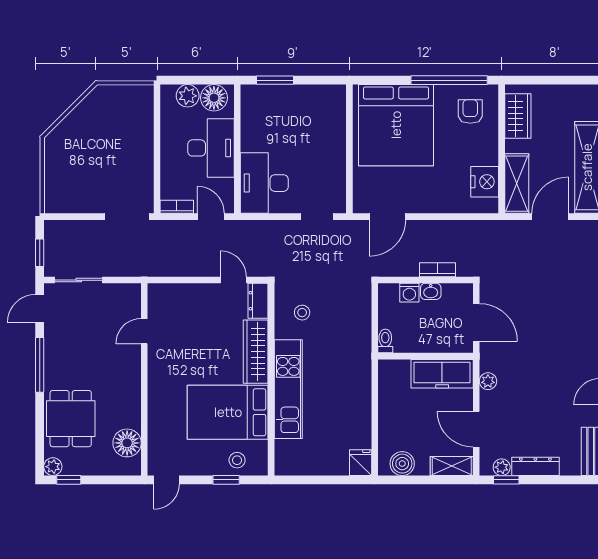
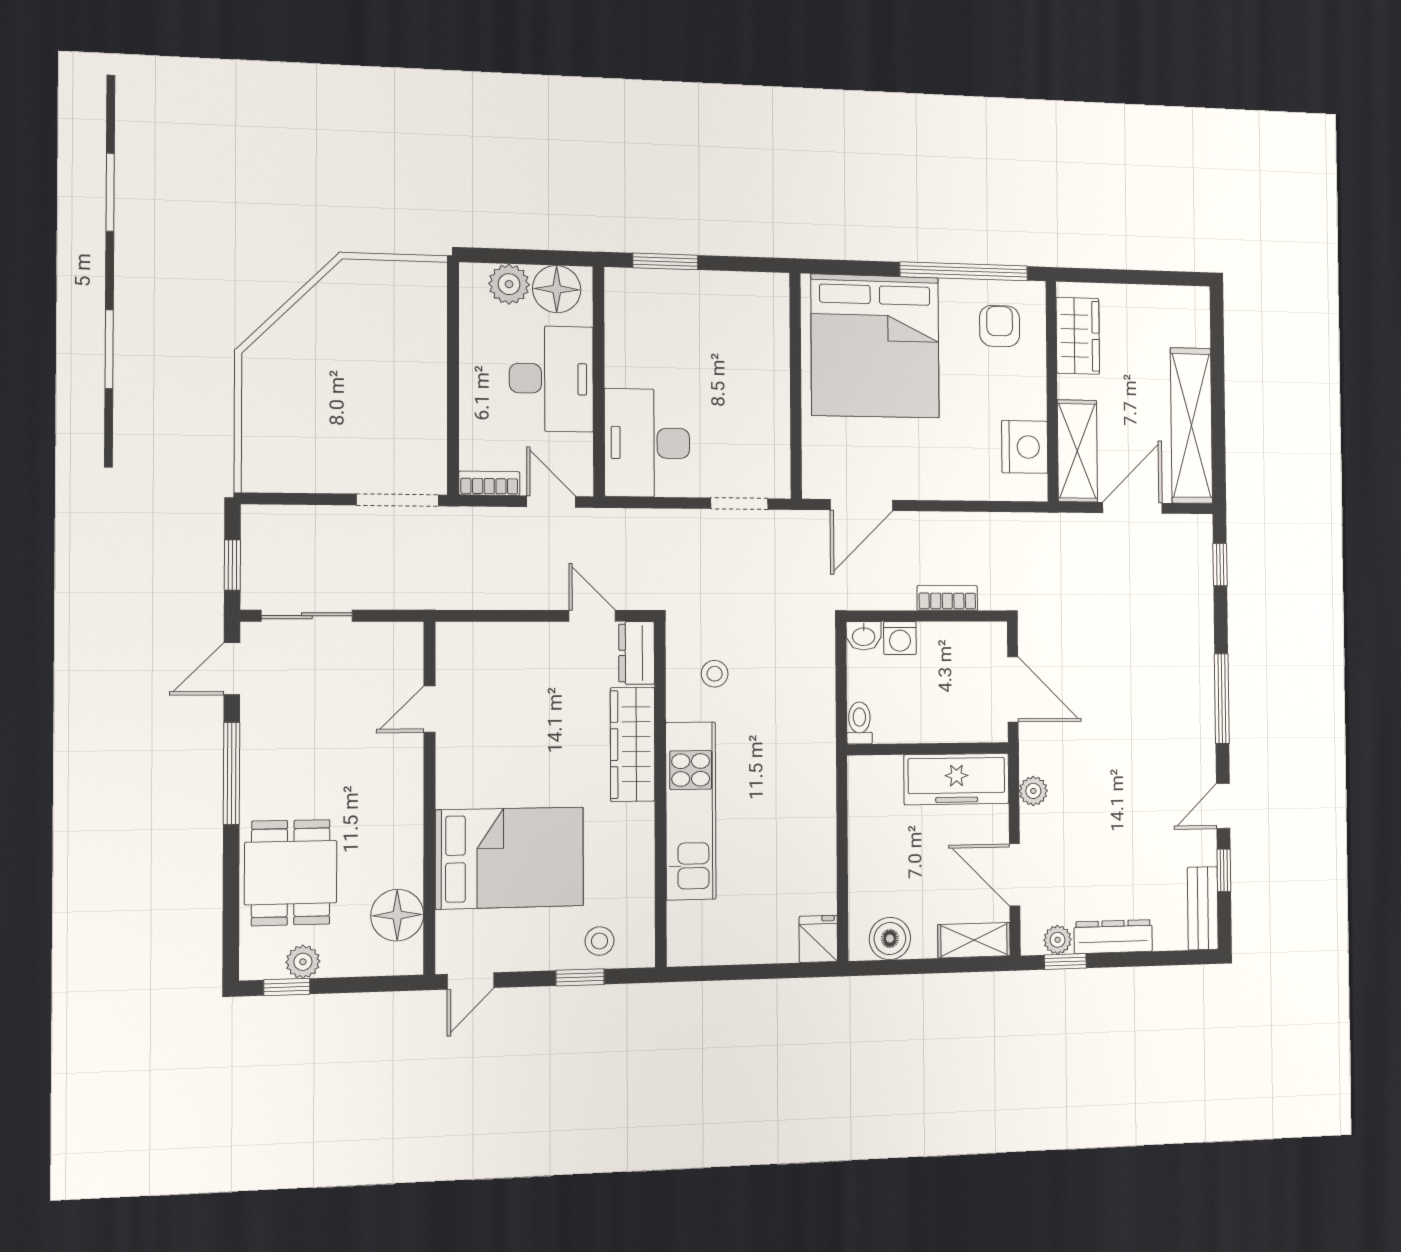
washbasin: (431, 291) -> (864, 636), moved
bed: (228, 412) -> (510, 858), moved, turned 180
plant: (53, 467) -> (303, 962), moved

